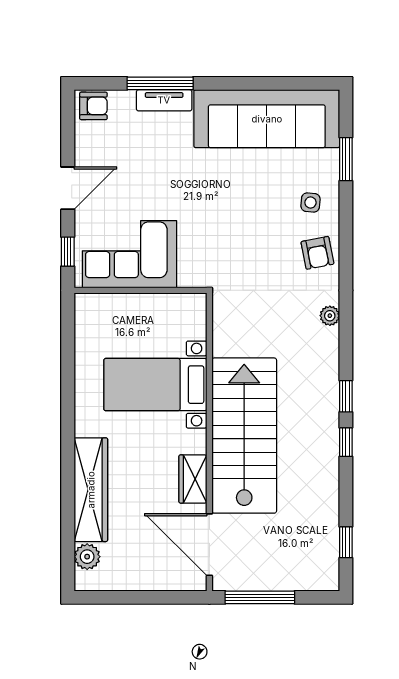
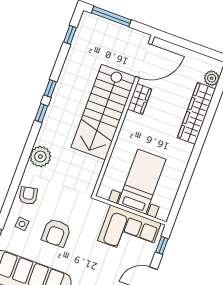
armchair: (249, 209) -> (56, 233), added
plant: (330, 316) -> (40, 157), width x1.88, depth x1.88
bed with nightstands: (155, 385) -> (142, 182), moved, turned -90
door: (209, 545) -> (144, 60), hinge flipped
window: (260, 597) -> (111, 16), moved

